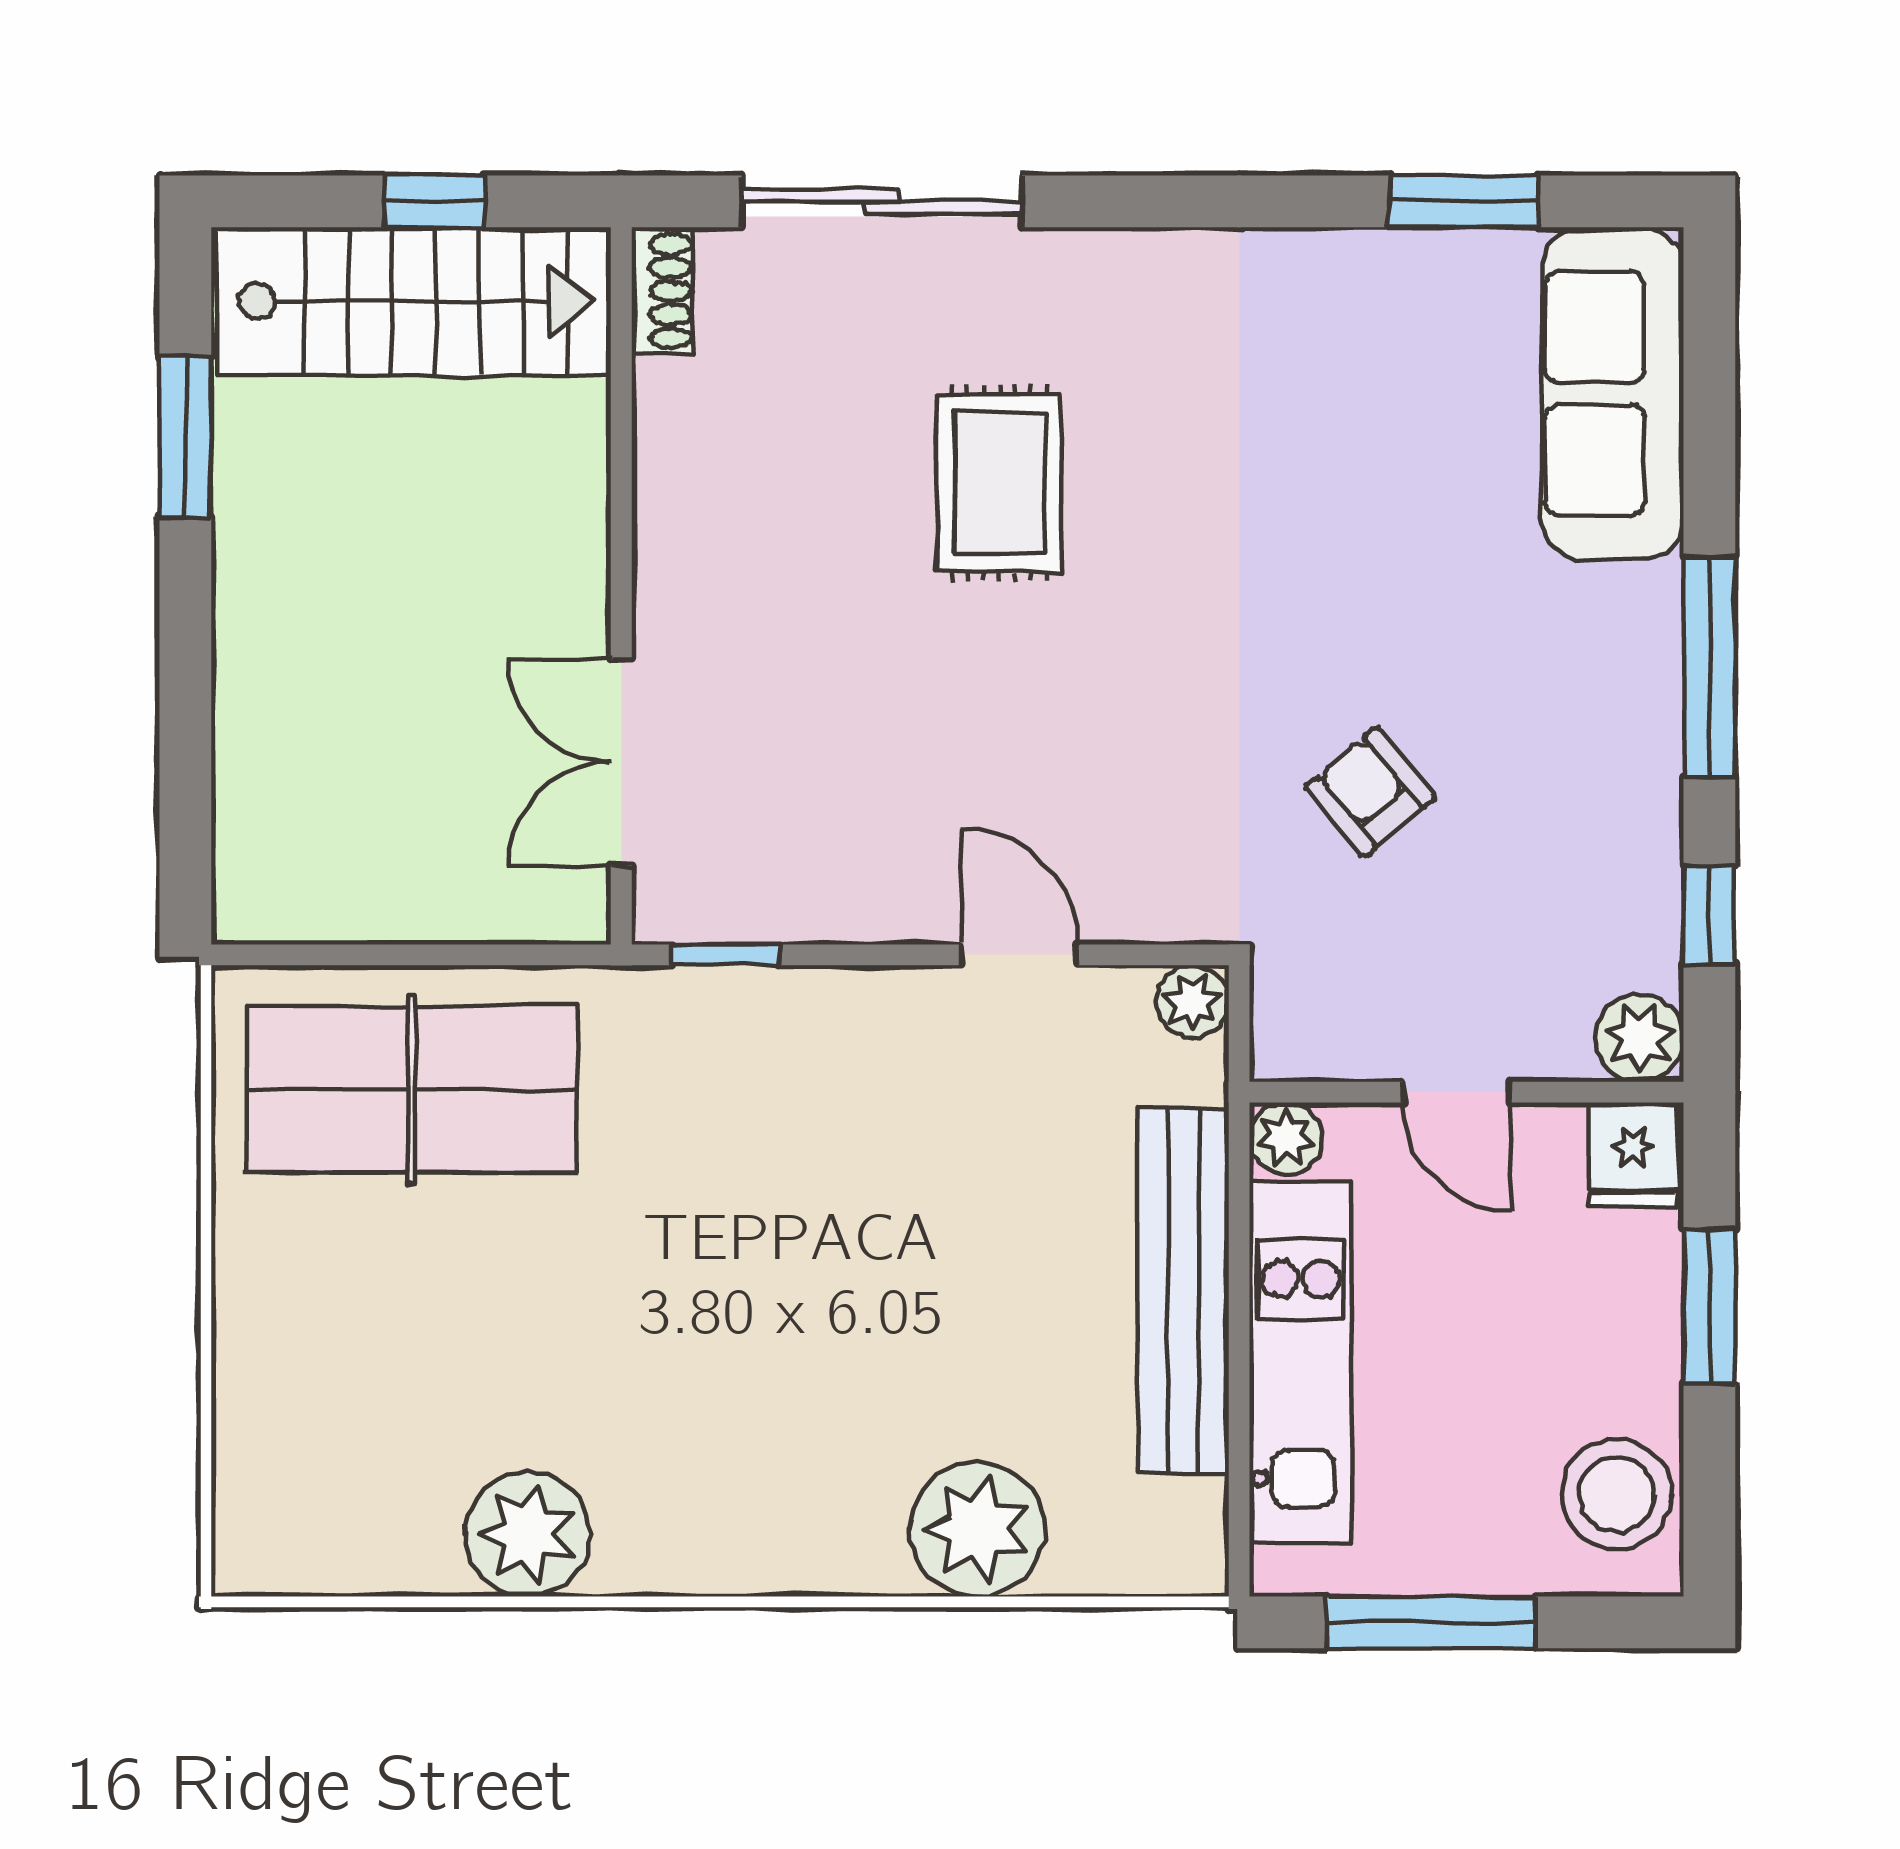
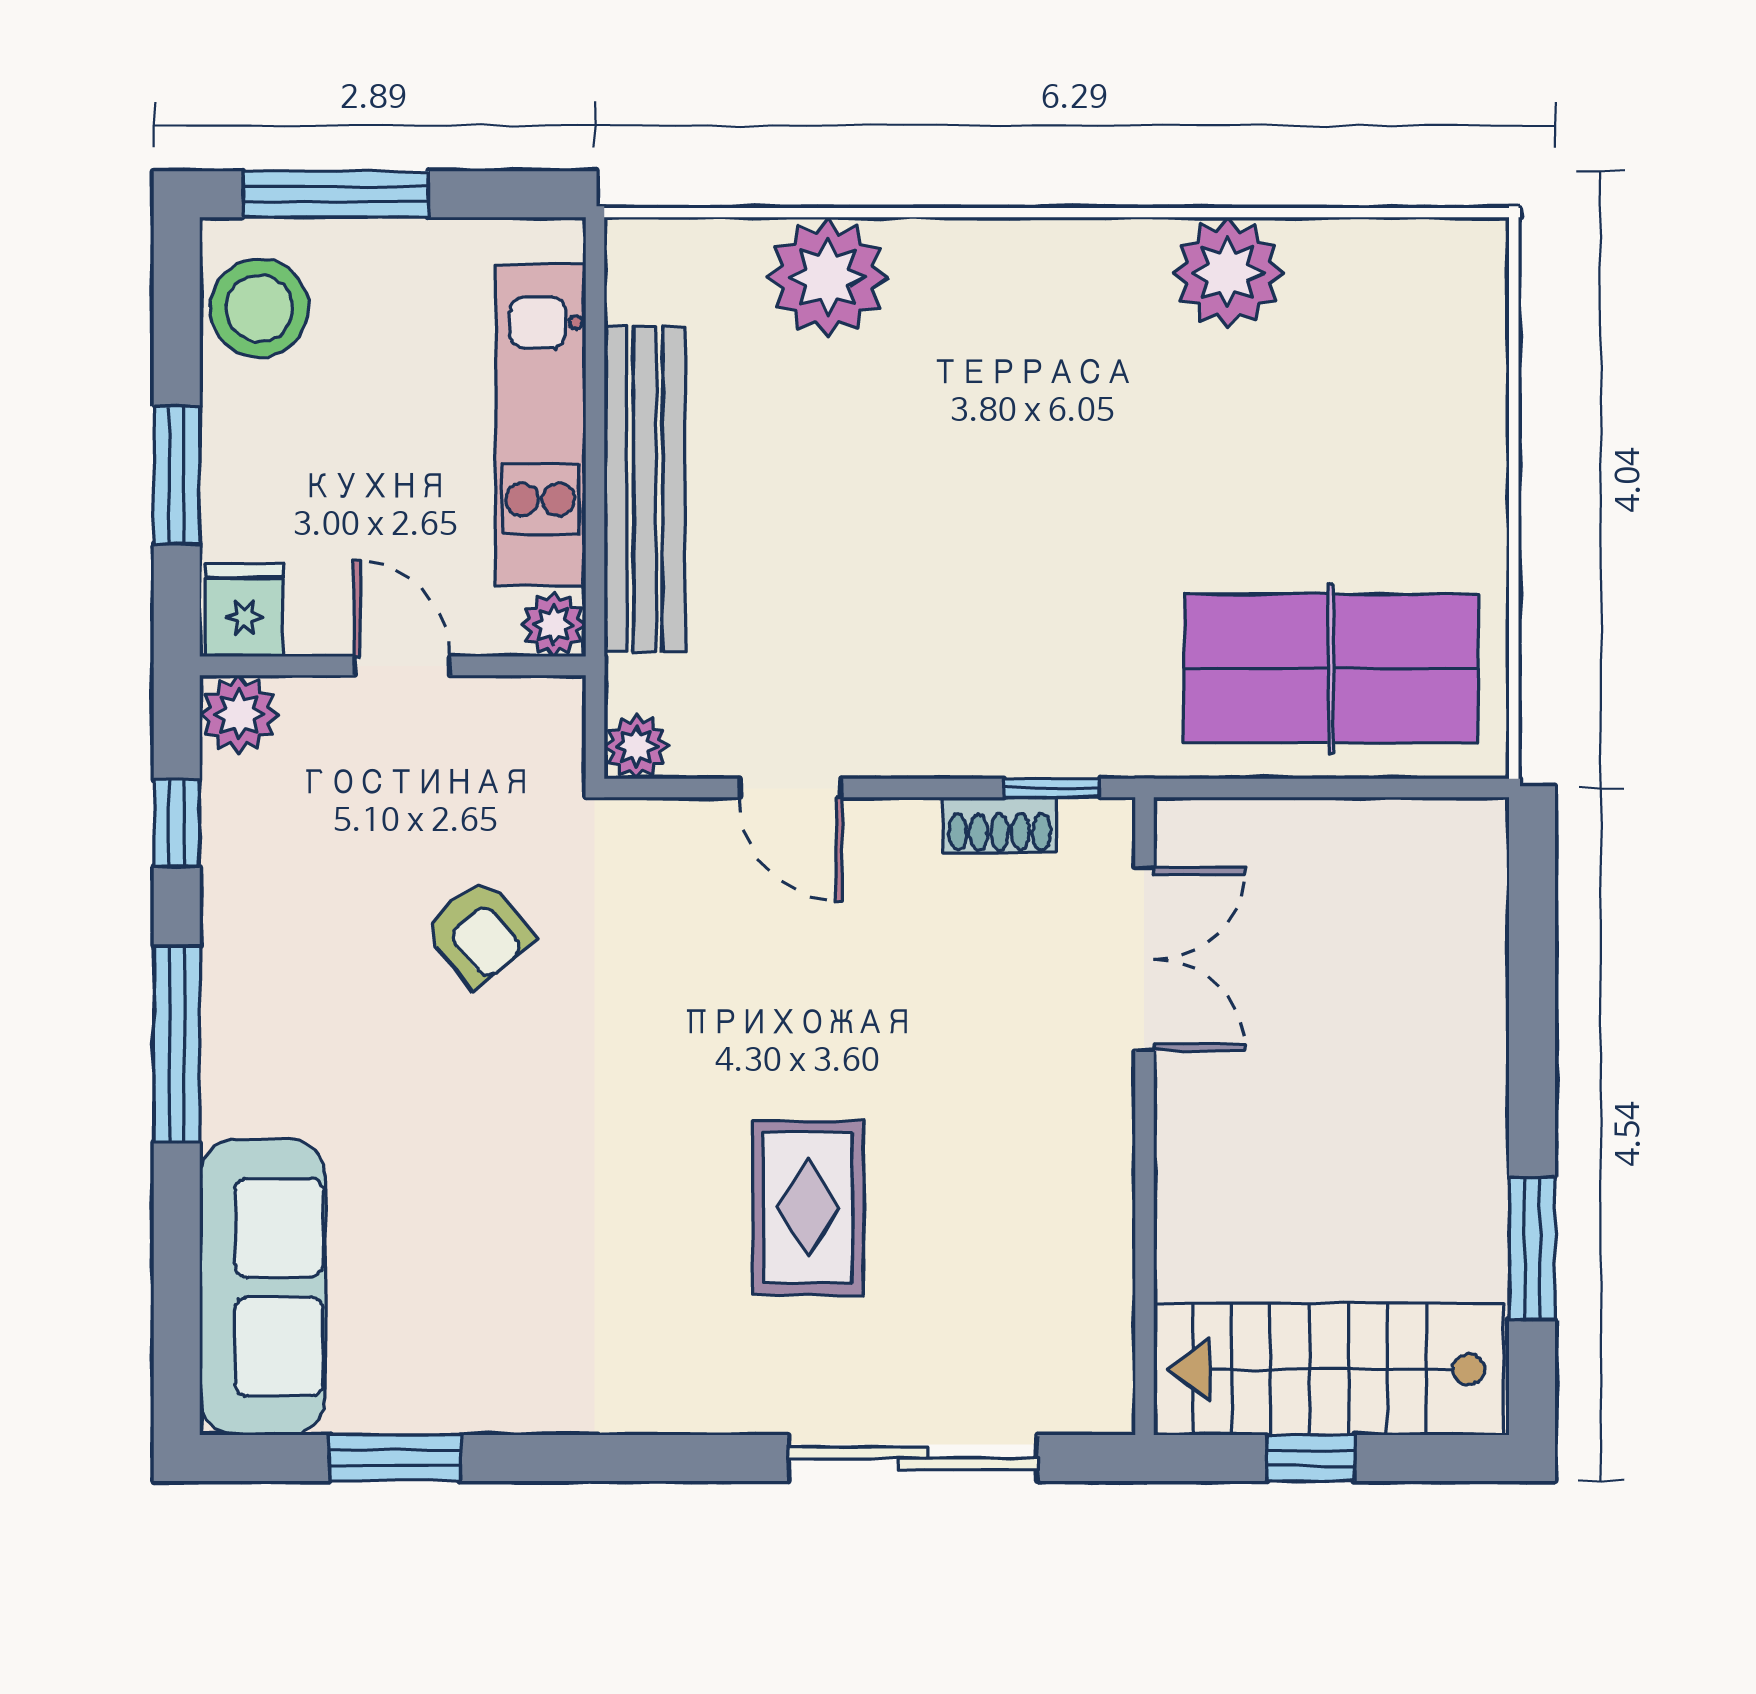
shoe rack: (663, 291) -> (1000, 825), moved, turned -90
window: (1431, 1622) -> (336, 194), moved

